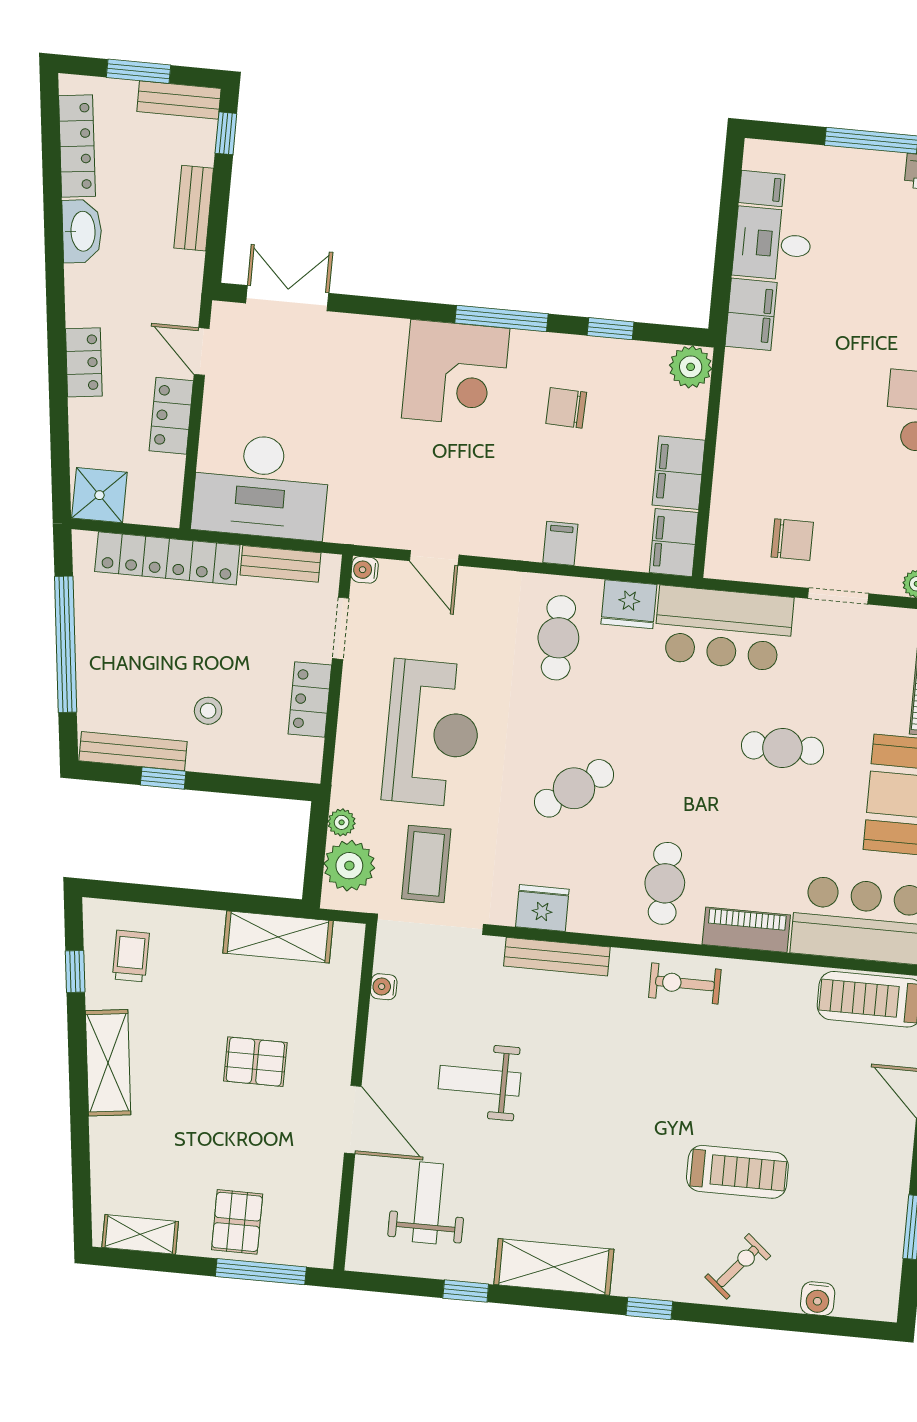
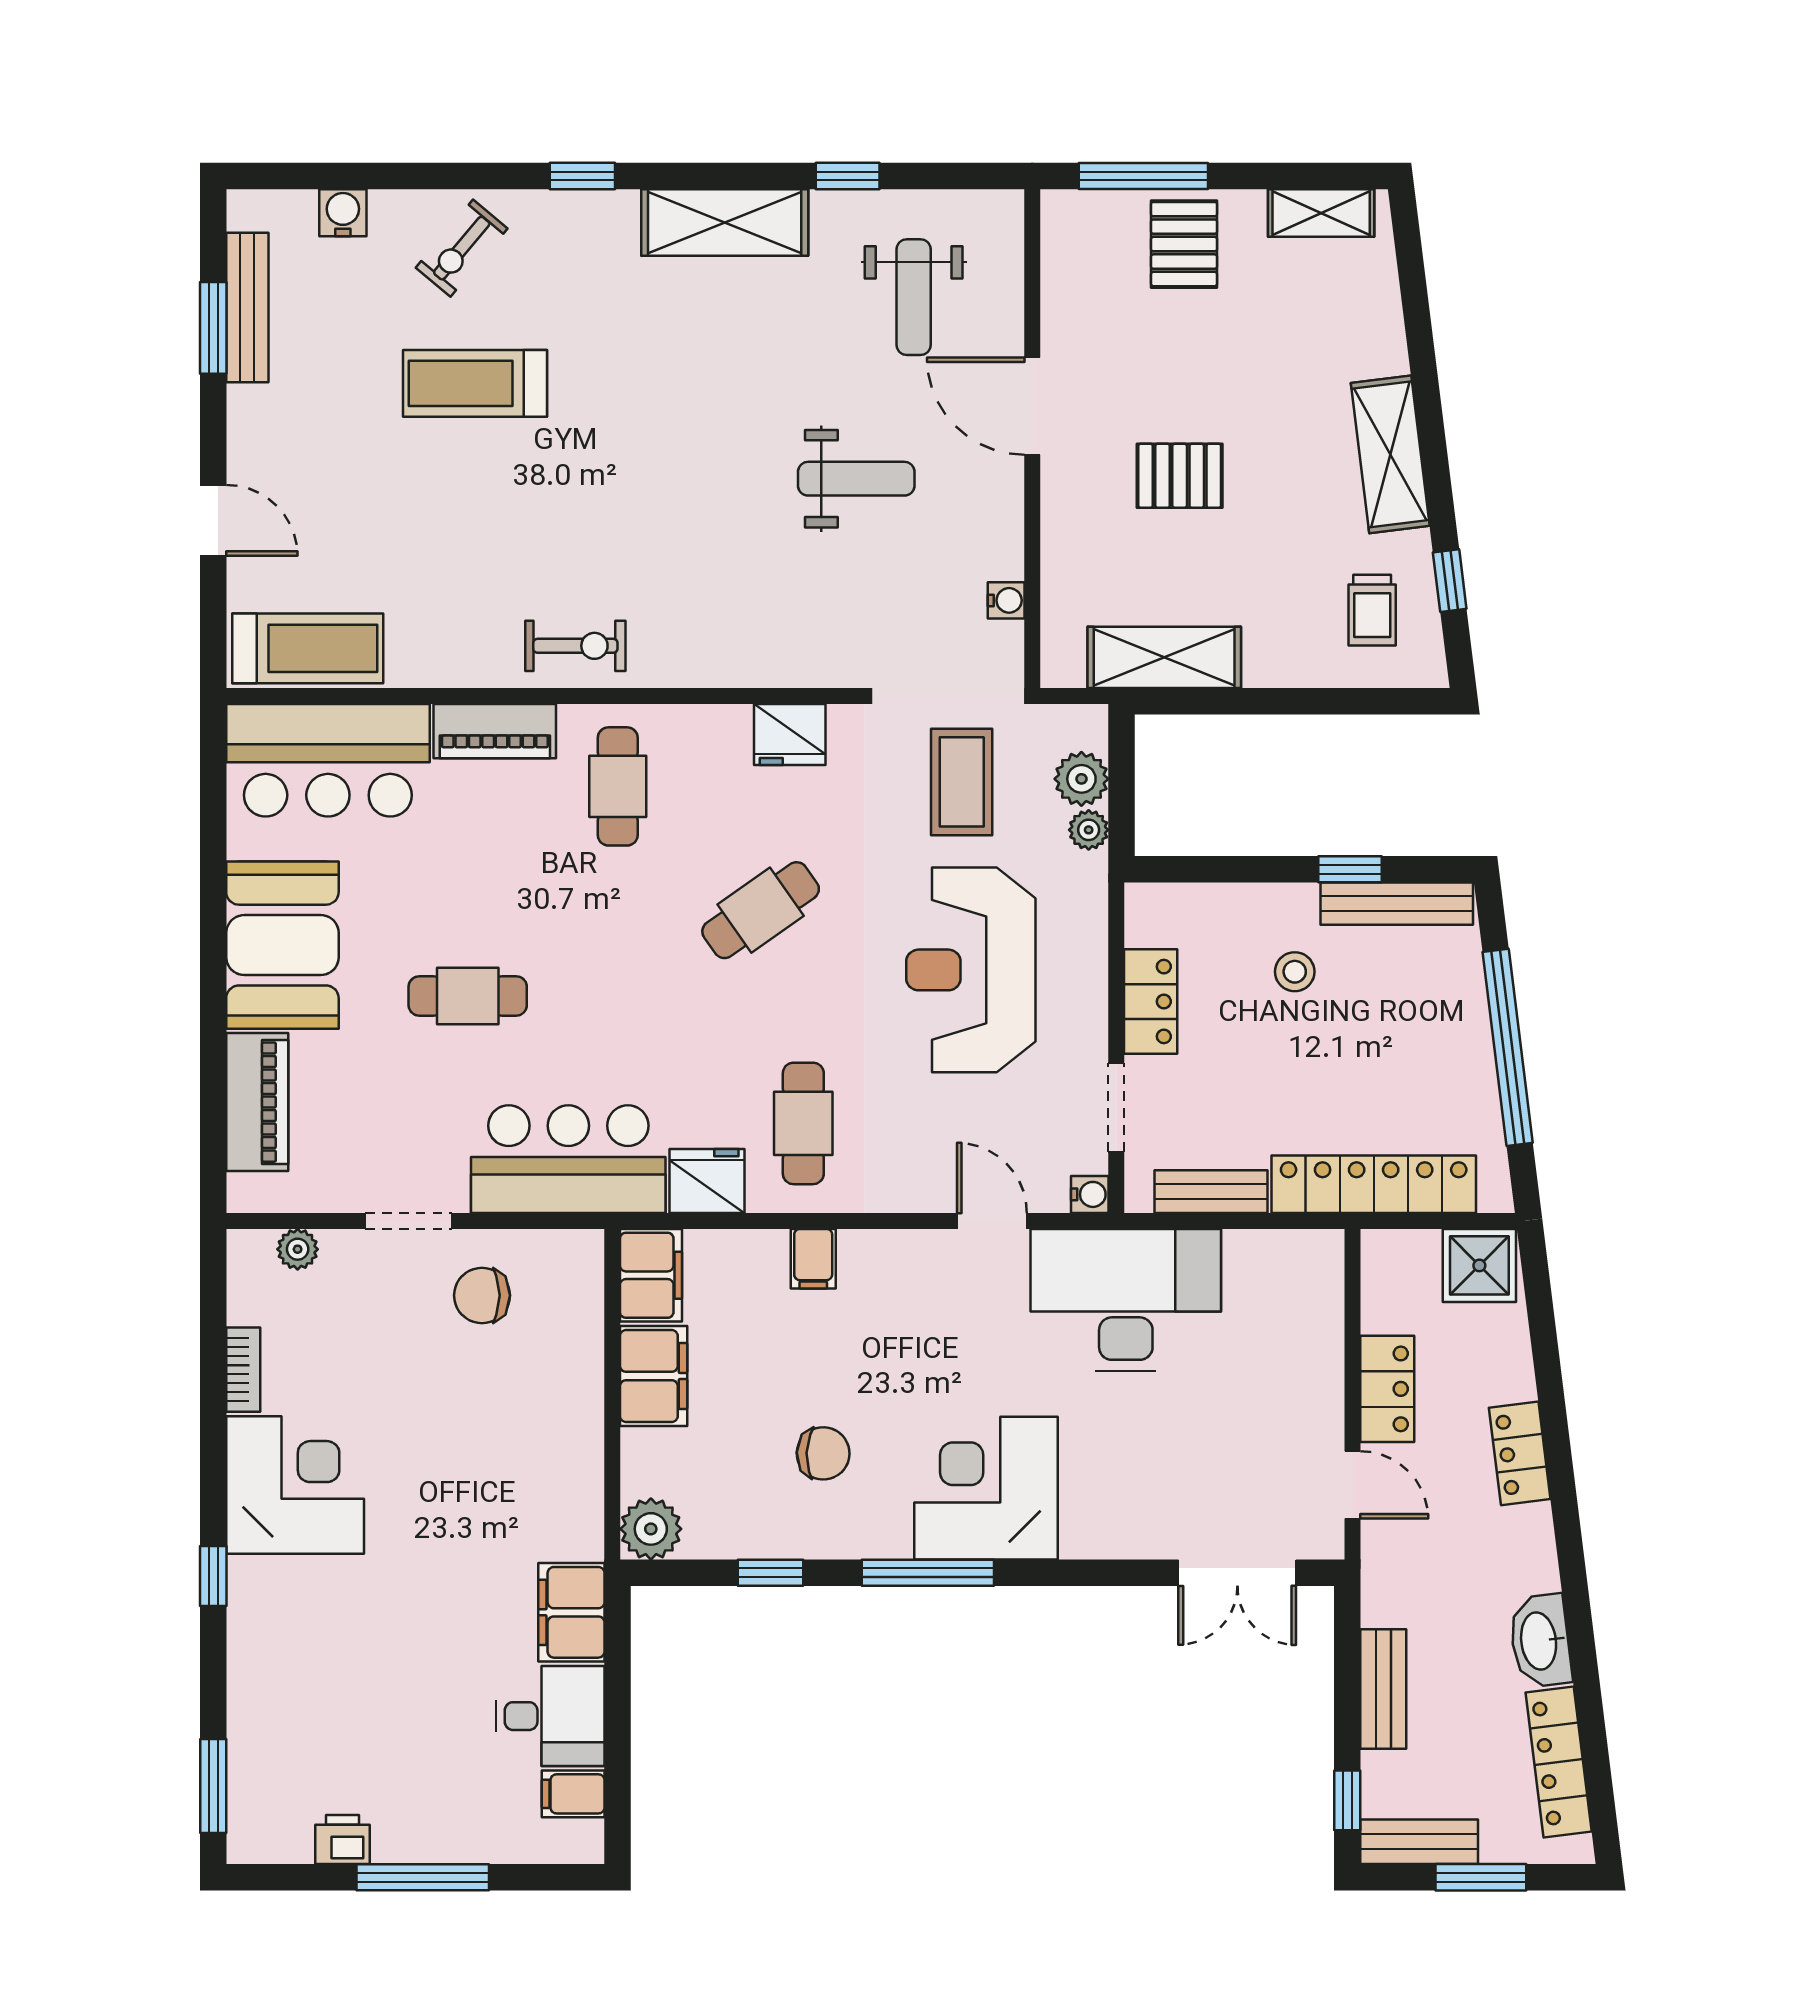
desk: (261, 486) -> (1126, 1300), moved
plant: (349, 866) -> (1081, 779), width x0.73, depth x0.73
bench: (557, 957) -> (247, 308), moved, turned 90

